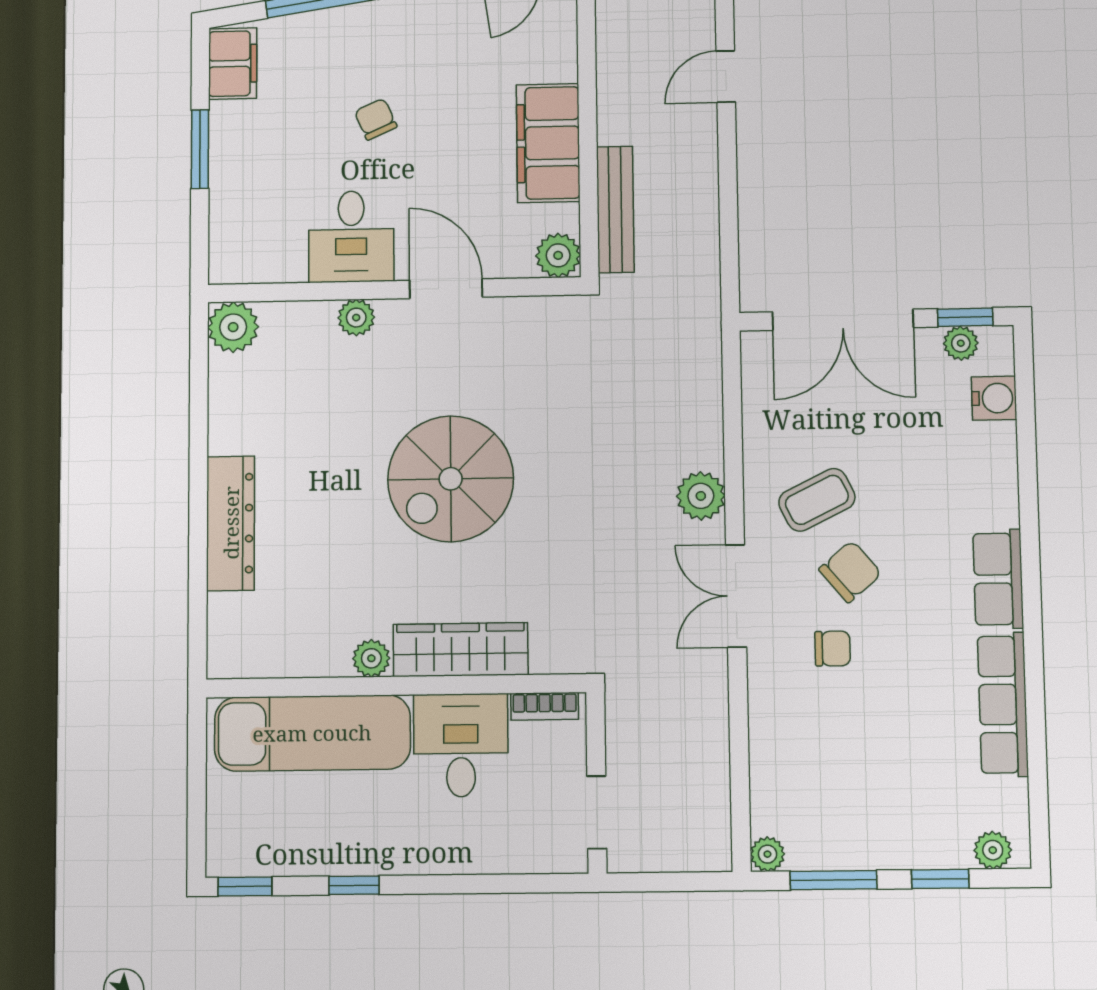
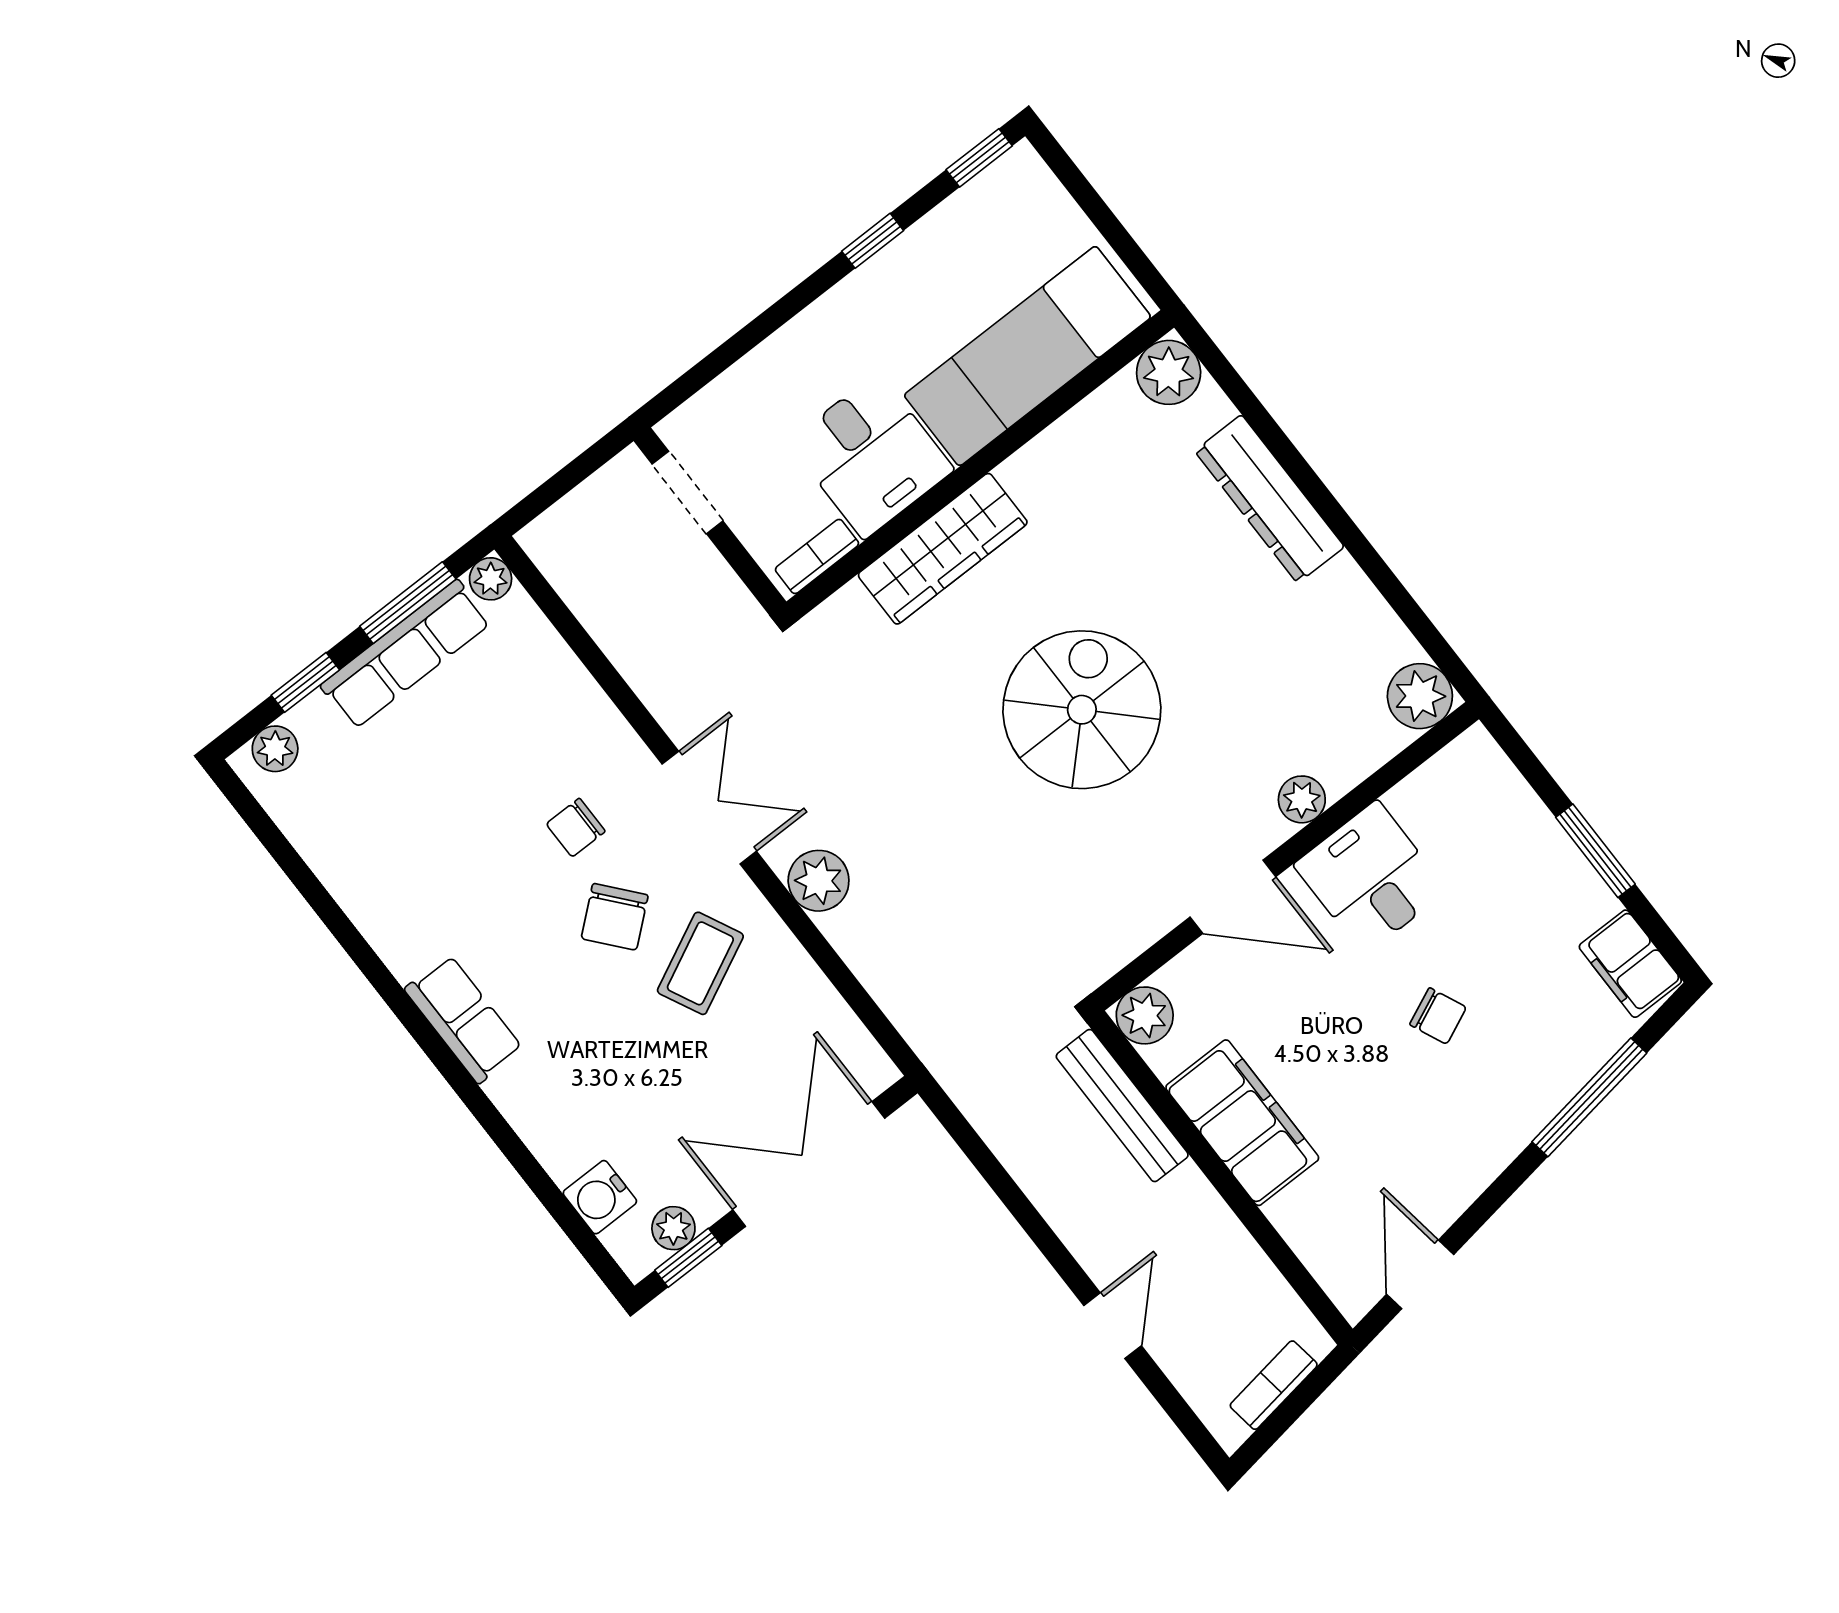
plant: (371, 658) -> (1169, 372), moved, width x1.38, depth x1.38
row of seats: (1003, 704) -> (406, 654), moved, turned 90

